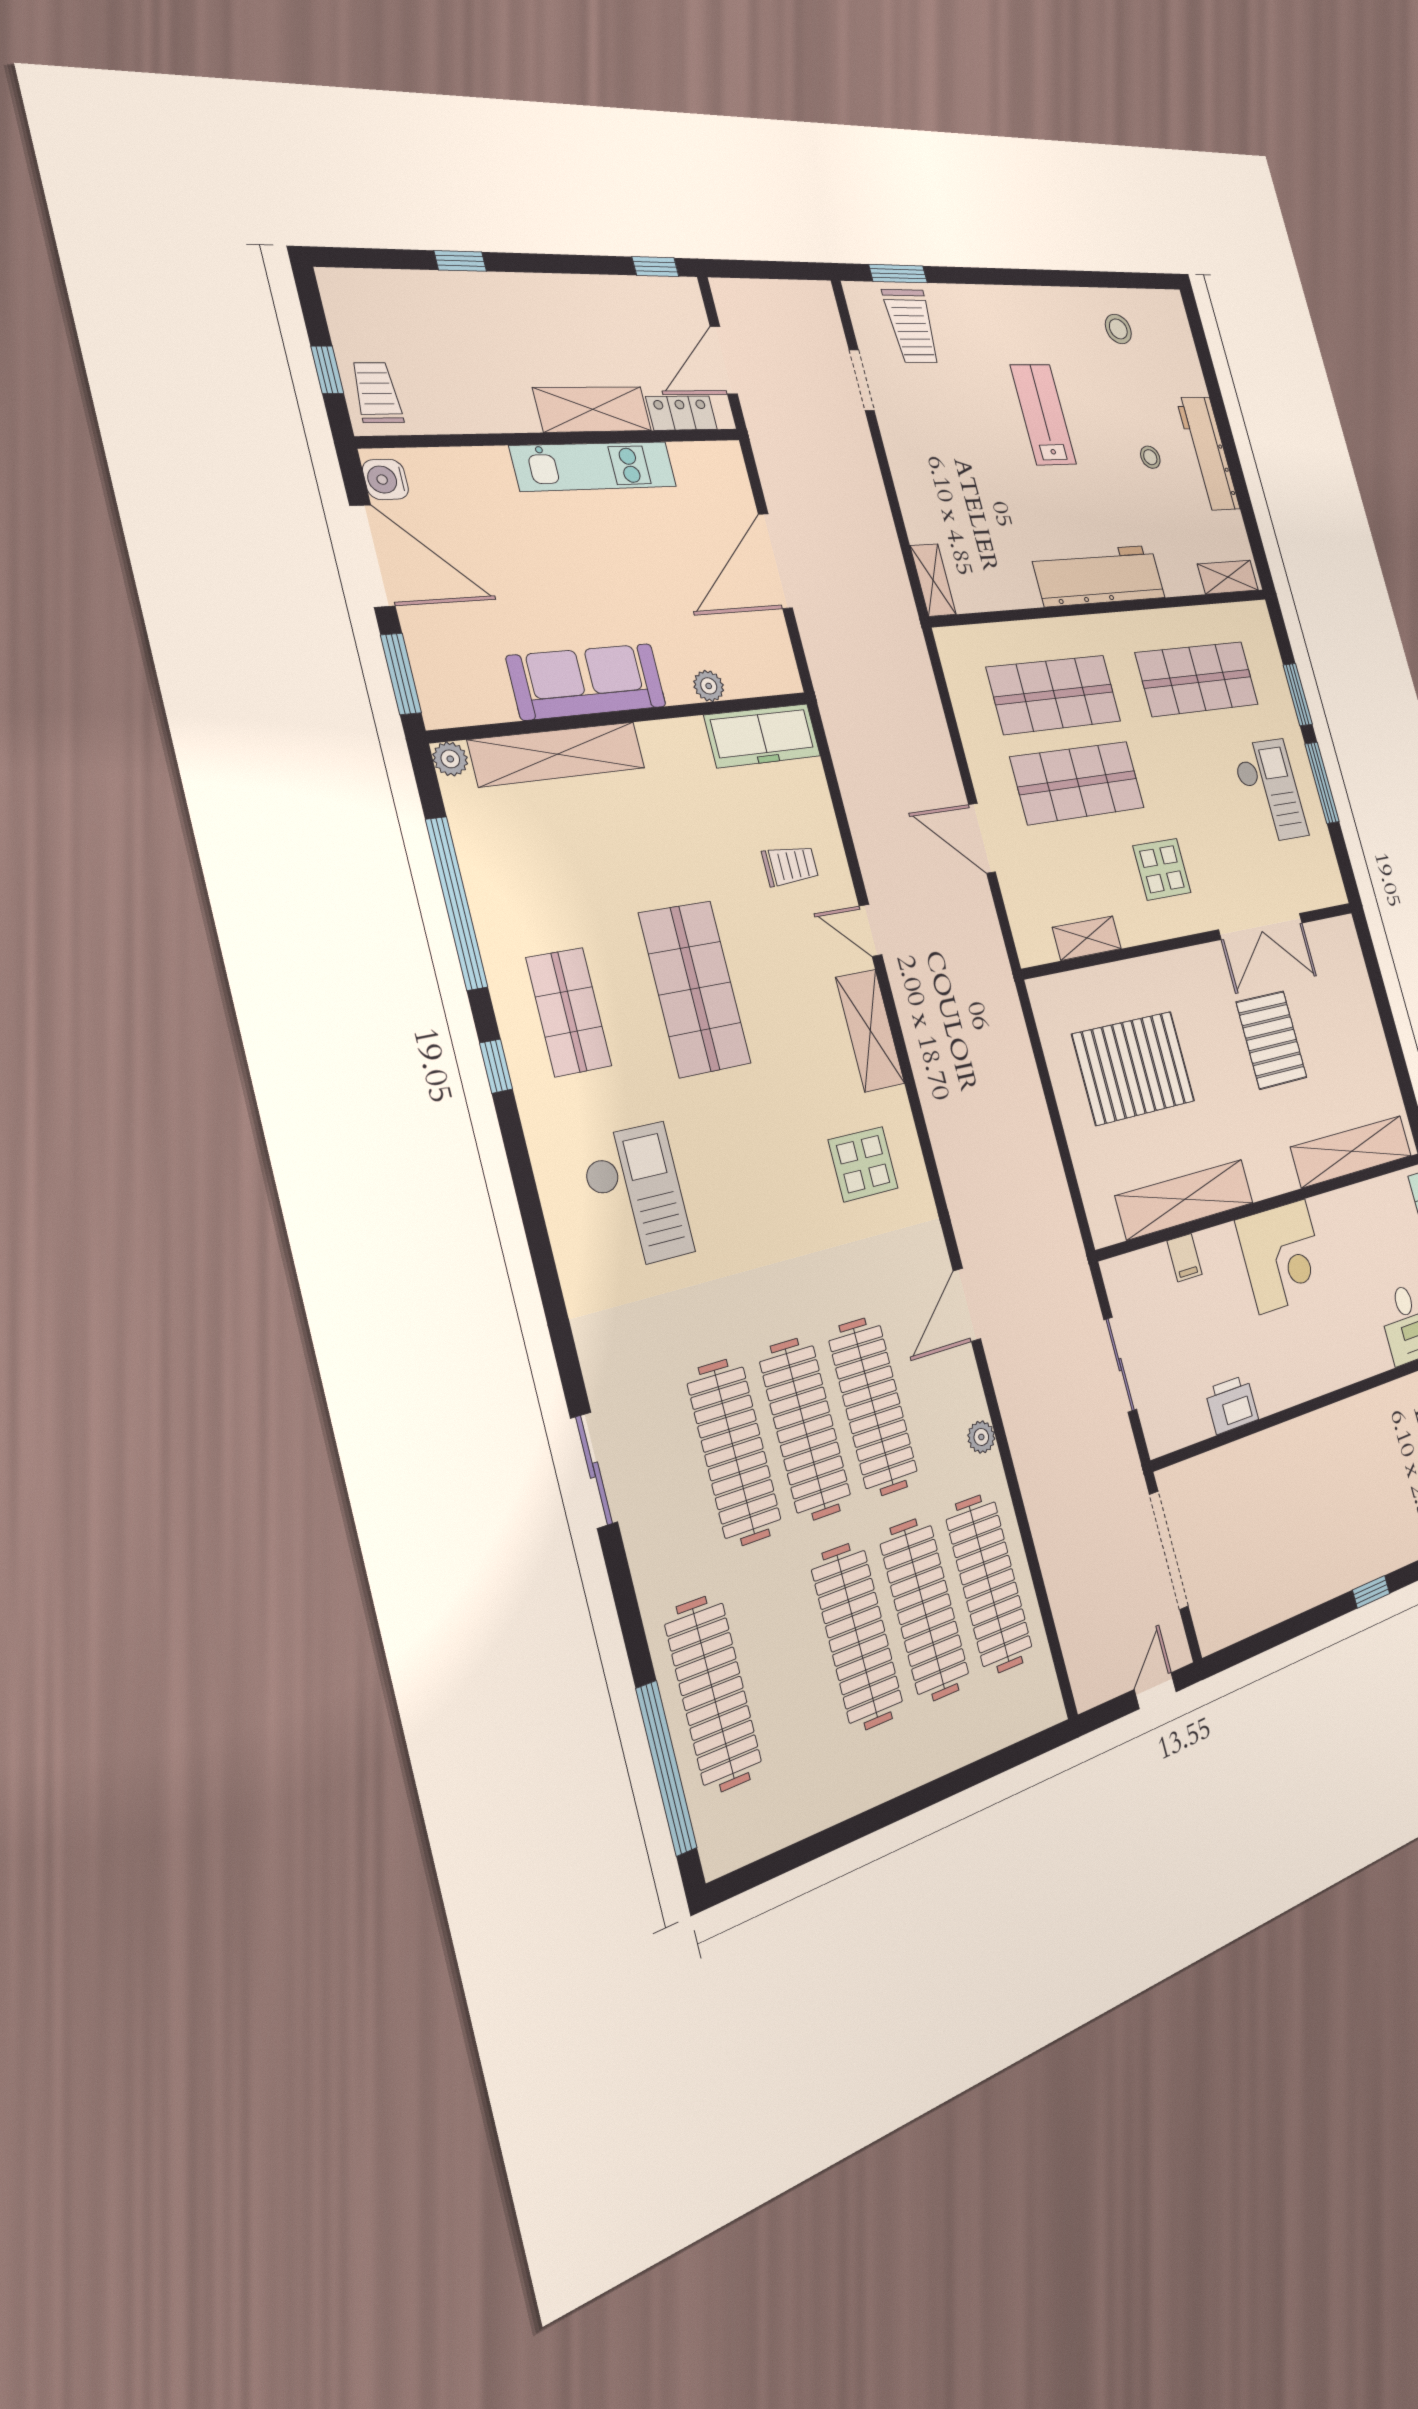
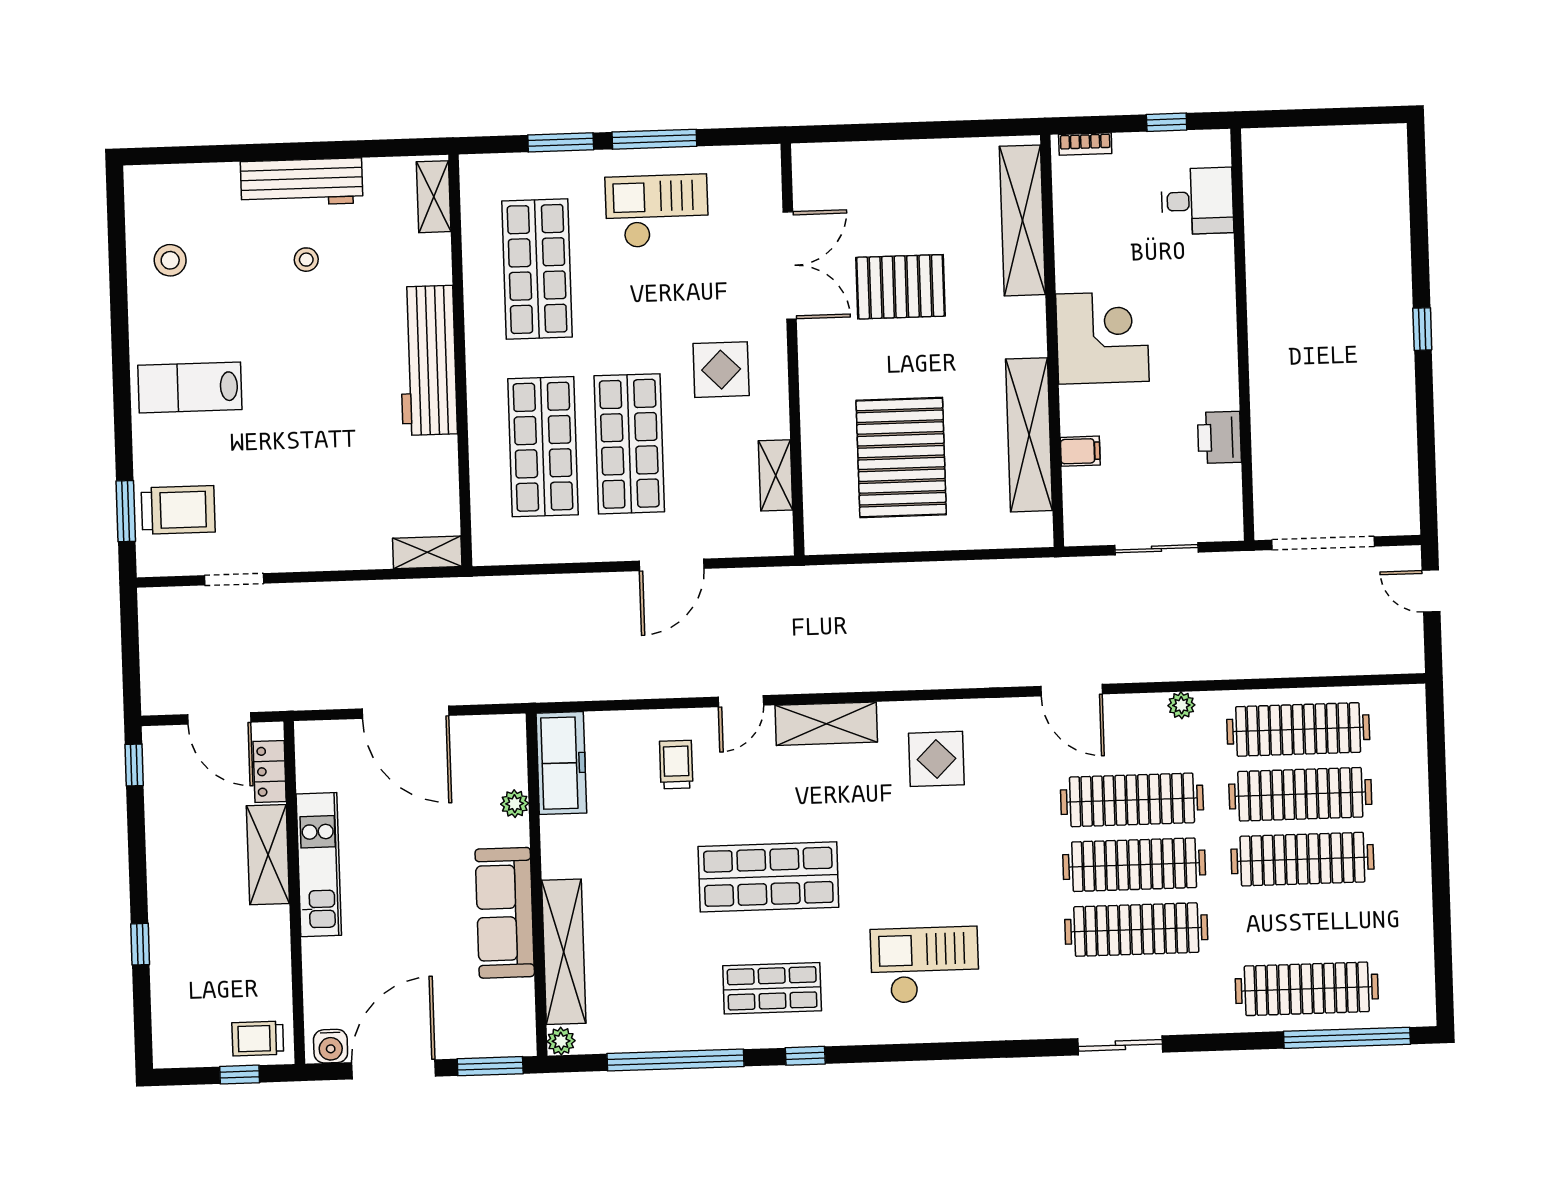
lab bench: (1043, 415) -> (190, 387), moved

